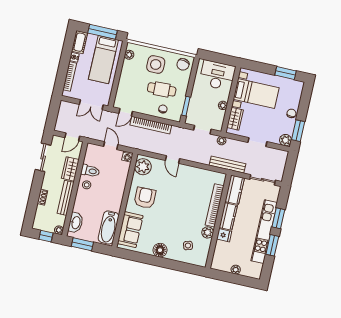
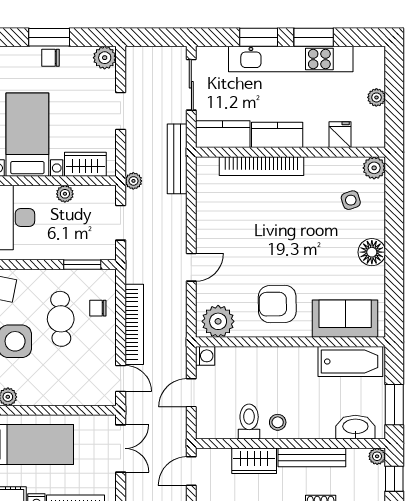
window: (298, 131) -> (49, 37), moved
door: (72, 137) -> (191, 471), swing flipped
plant: (208, 232) -> (374, 168), moved
fridge: (224, 235) -> (340, 135), moved

